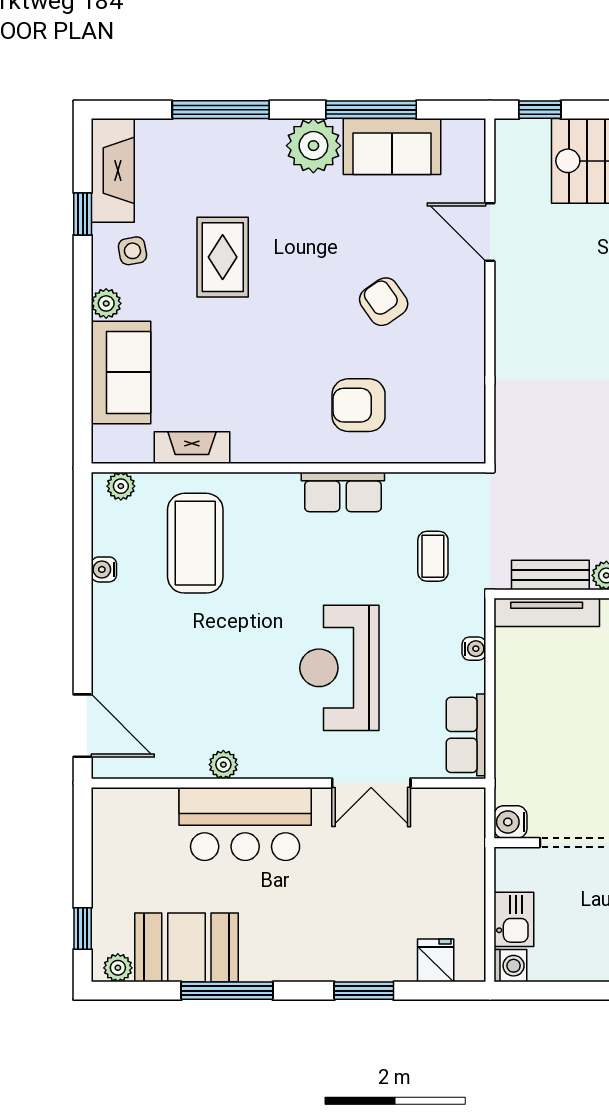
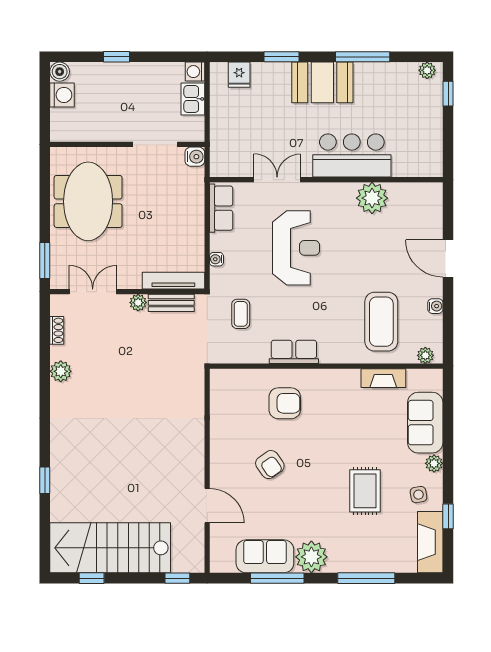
door: (83, 726) -> (448, 258), moved
plant: (223, 765) -> (372, 198), width x1.88, depth x1.88
booth: (186, 947) -> (322, 82), moved

